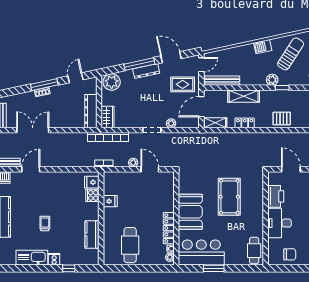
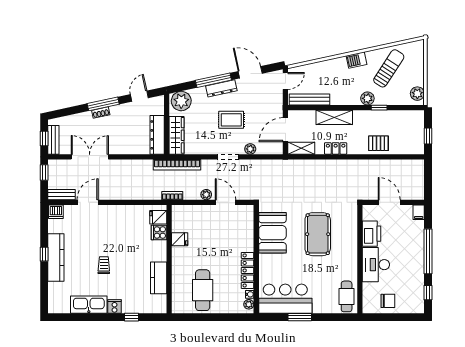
rug: (183, 84) -> (231, 120), moved
wardrobe: (107, 117) -> (176, 135), width x1.50
booth: (190, 212) -> (272, 233), moved

